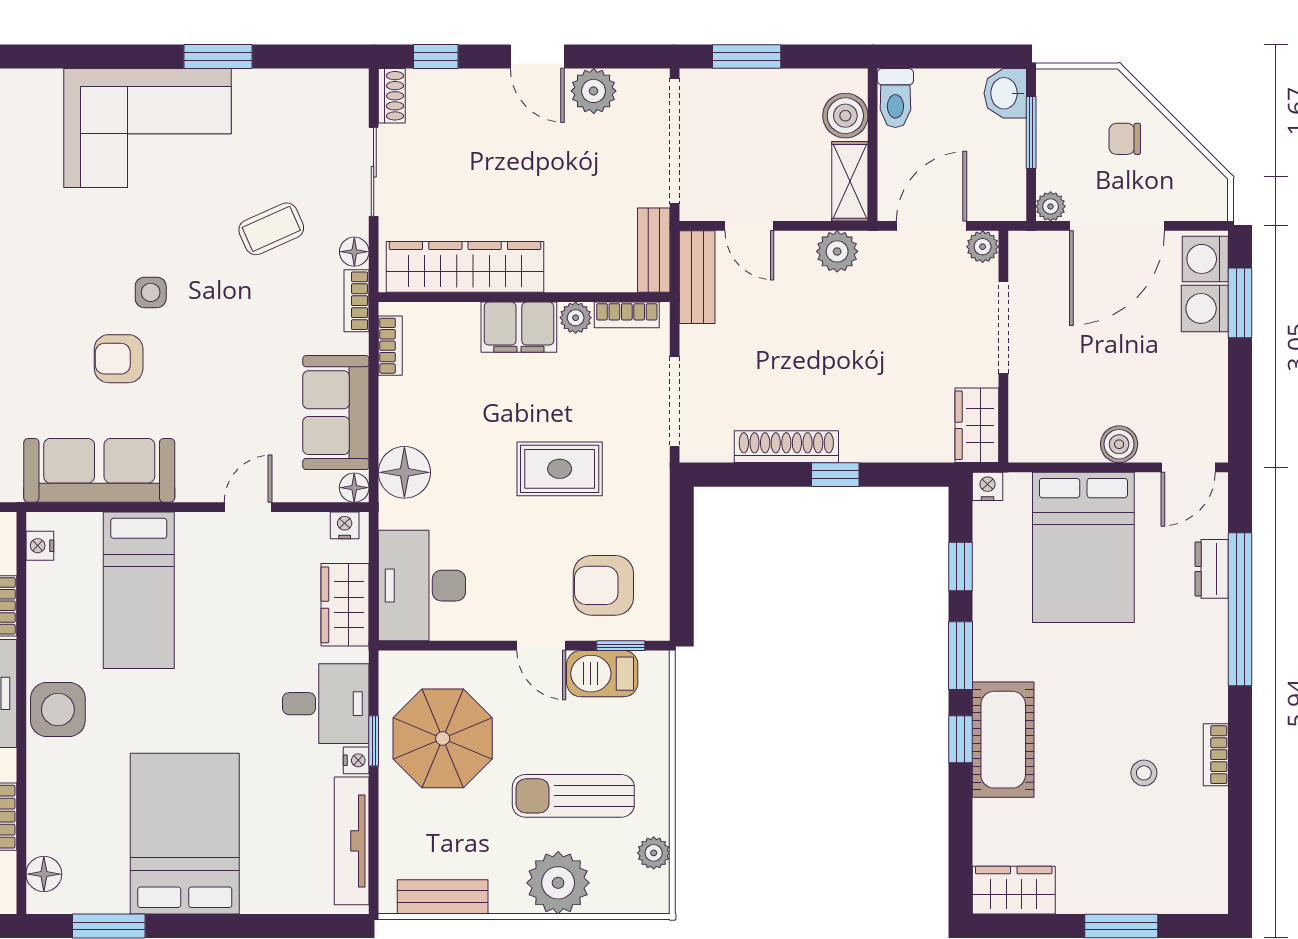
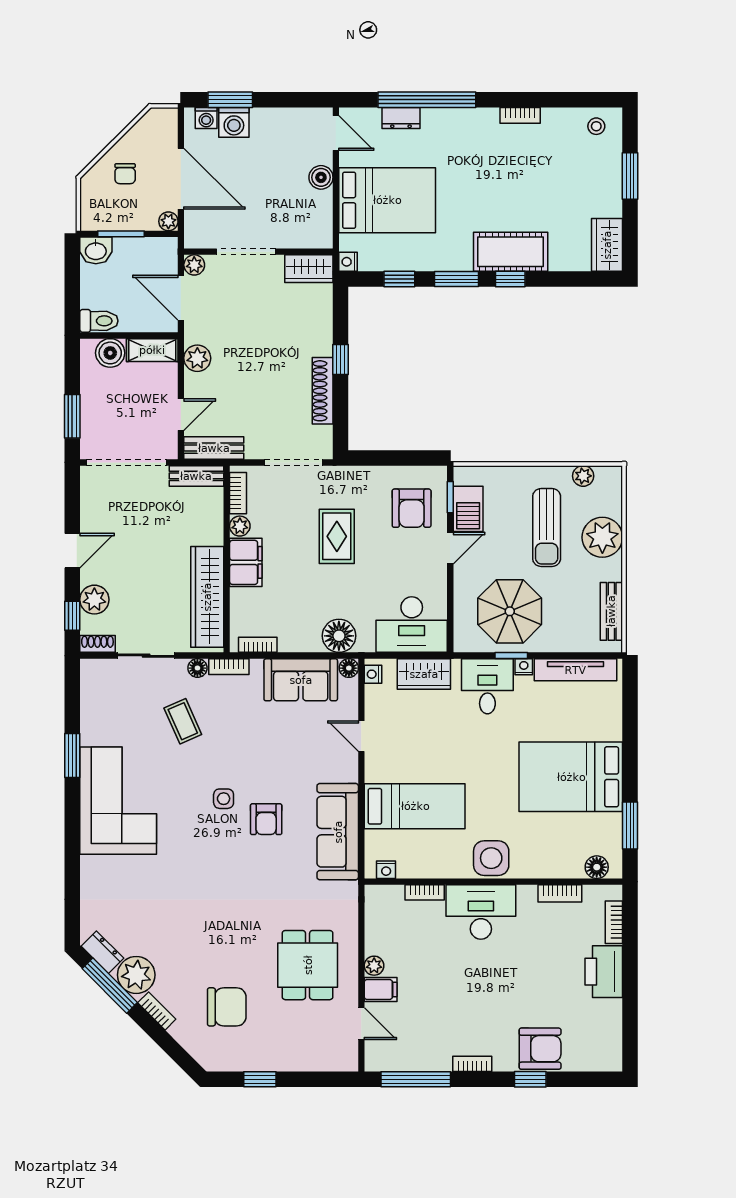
plant: (594, 91) -> (94, 600), moved
washing machine: (1205, 259) -> (206, 118), width x0.73, depth x0.73
stool: (1144, 773) -> (596, 126), moved

